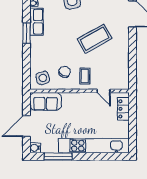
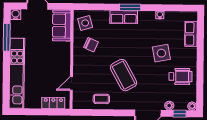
row of seats: (36, 22) -> (124, 17), moved
coffee table: (85, 76) -> (101, 99), moved

